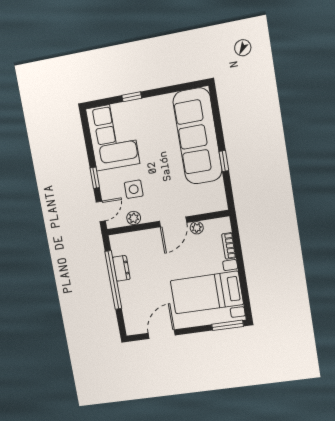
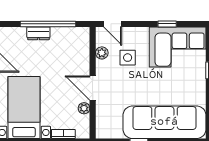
window: (95, 178) -> (167, 24), moved
dresser: (121, 268) -> (38, 33), moved

